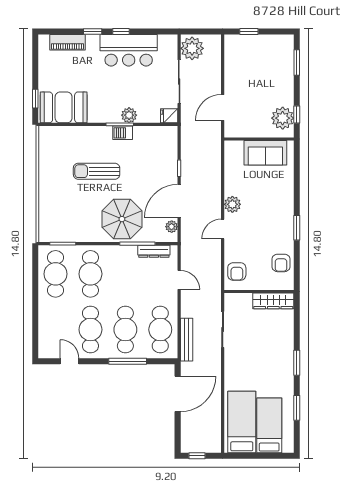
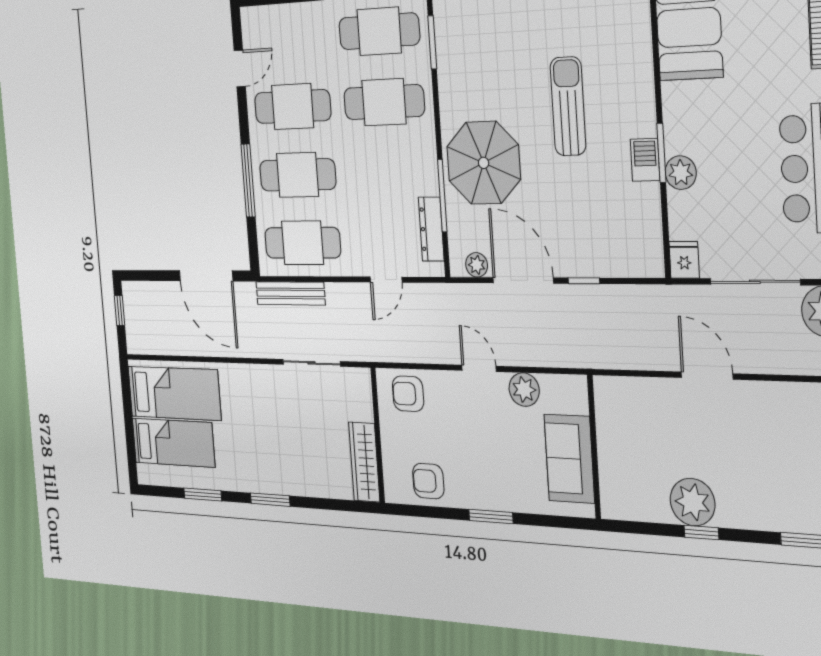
wall: (259, 139) -> (594, 447), moved
sofa: (265, 153) -> (569, 459), moved

